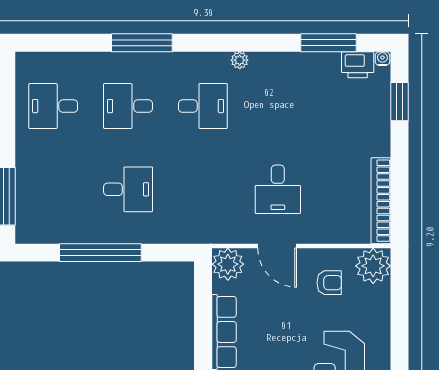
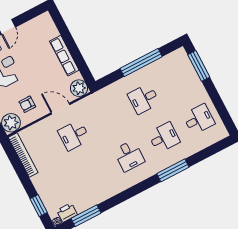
plant: (240, 60) -> (123, 186), removed
desk: (203, 106) -> (129, 156), turned -90
desk: (278, 189) -> (74, 135), turned -90

